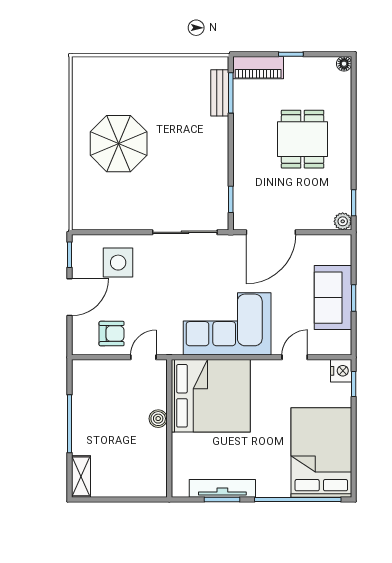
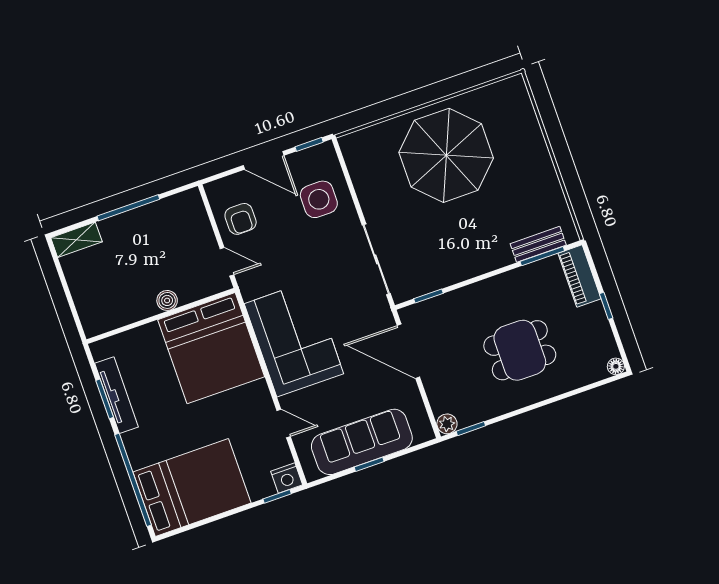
parasol: (119, 144) -> (446, 155), width x1.36, depth x1.36
sofa: (333, 298) -> (362, 442), width x1.36

